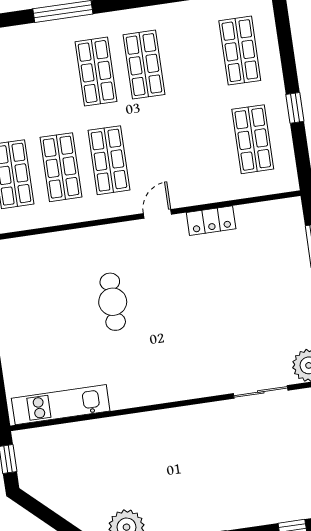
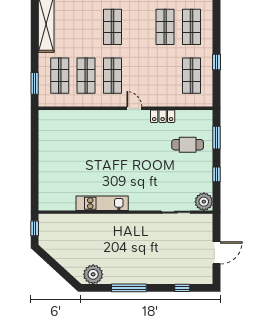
shop shelf: (144, 65) -> (165, 27), moved
door: (157, 214) -> (134, 108), hinge flipped
cafe table: (113, 302) -> (188, 145), moved, turned 90
kitchen unit: (61, 405) -> (102, 203), moved

